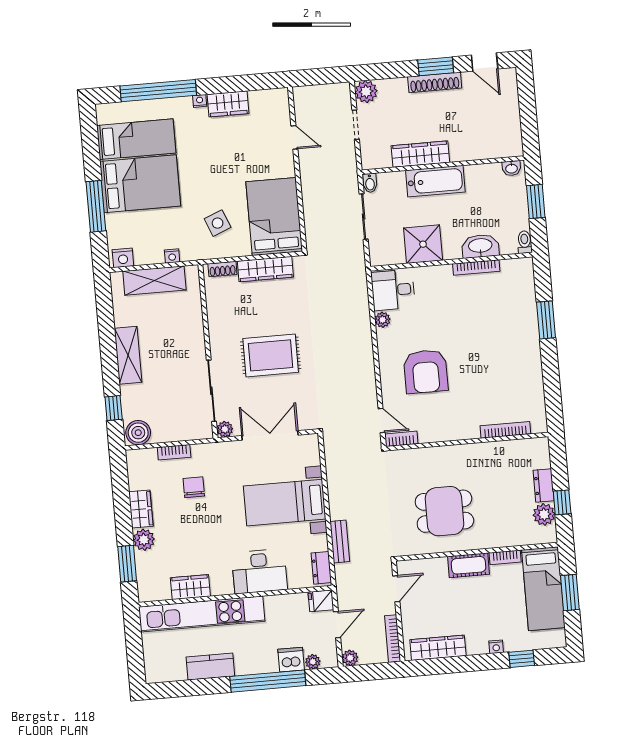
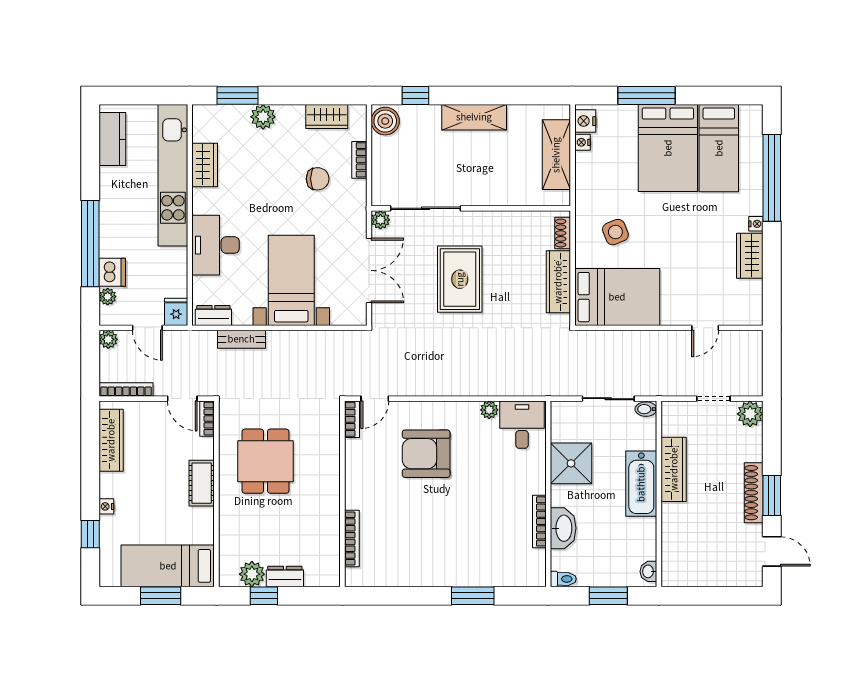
door: (485, 62) -> (772, 551), swing flipped
nightstand: (172, 256) -> (582, 142), moved
wardrobe: (141, 509) -> (327, 116), moved
bookcase: (505, 557) -> (207, 419), moved
kitchen counter: (210, 667) -> (112, 139), moved

